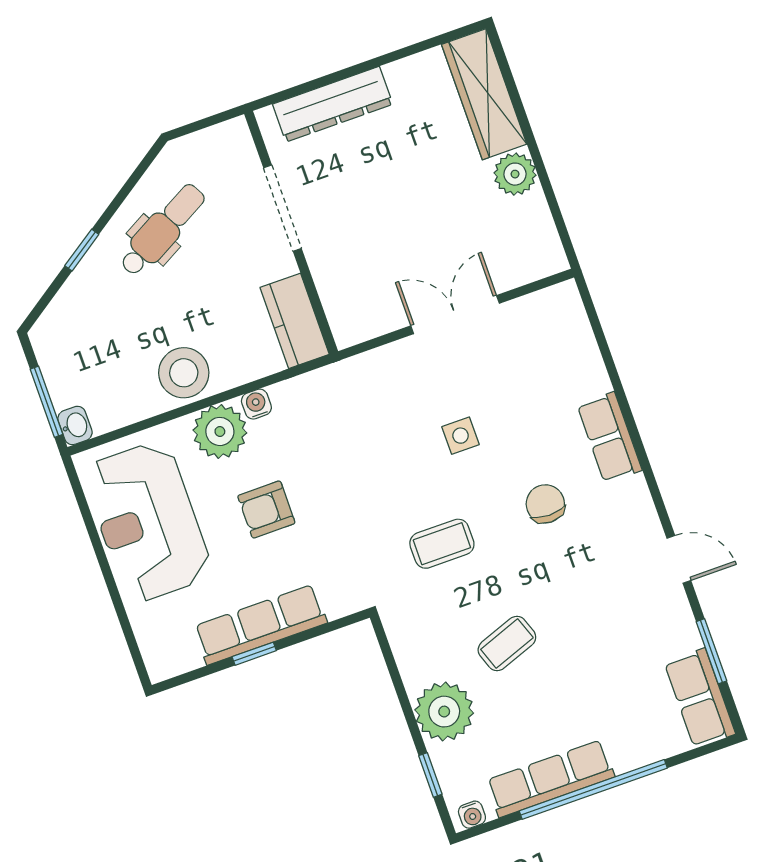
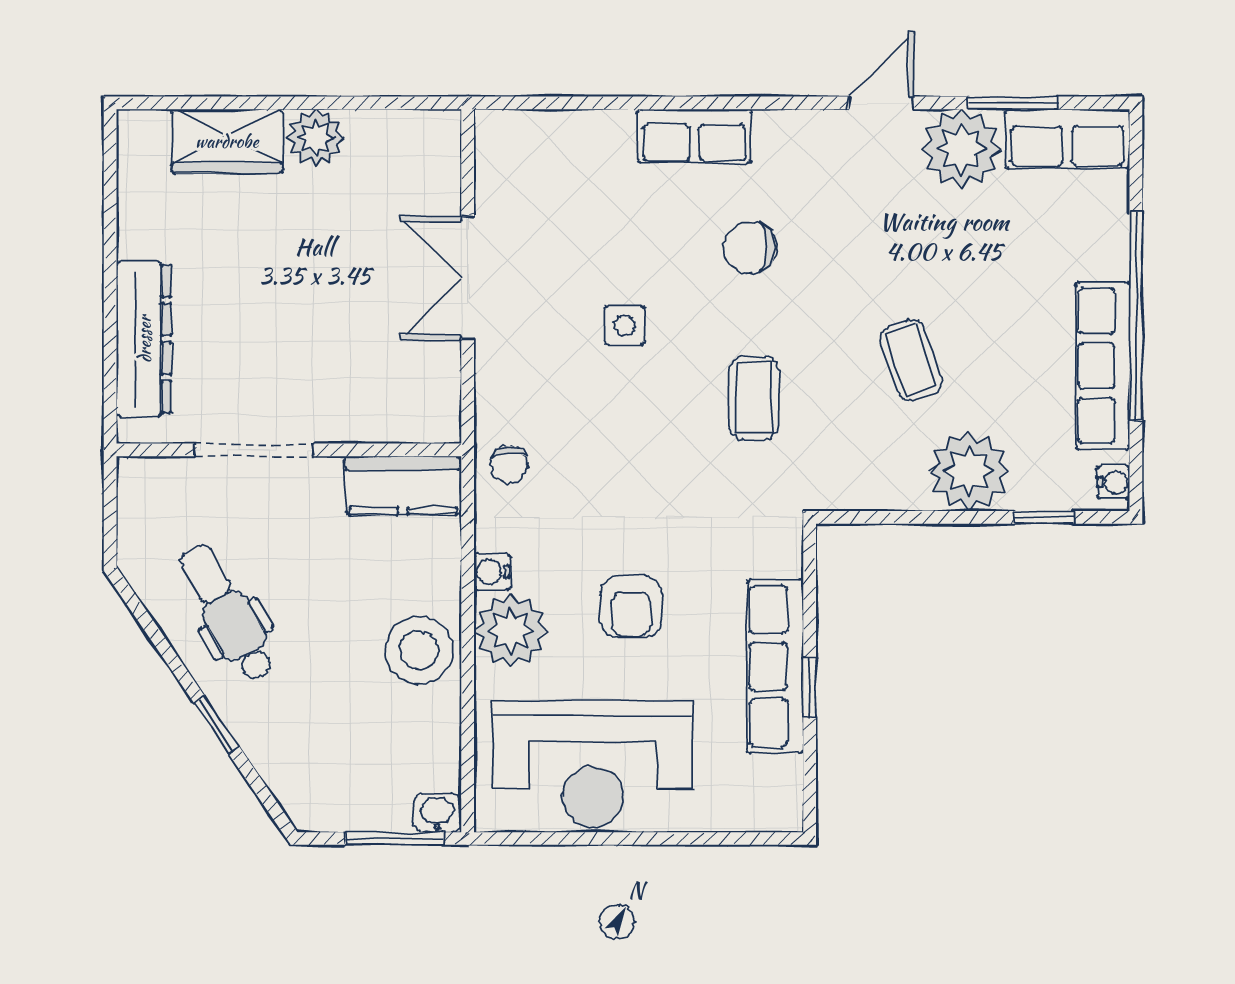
wardrobe: (484, 94) -> (227, 141), width x0.67
chair: (335, 390) -> (509, 464), added
plant: (667, 627) -> (961, 149), added

